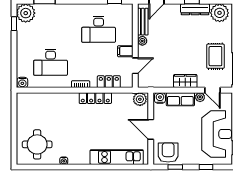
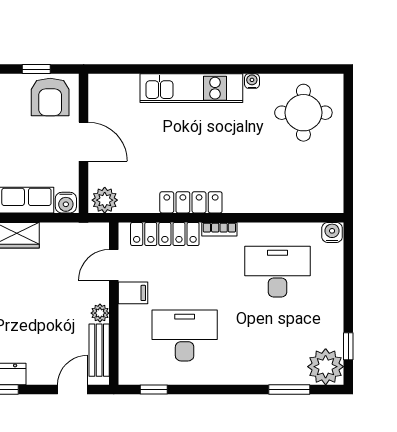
locker: (109, 82) -> (165, 234), width x1.53
kitchen unit: (117, 157) -> (191, 88), moved

